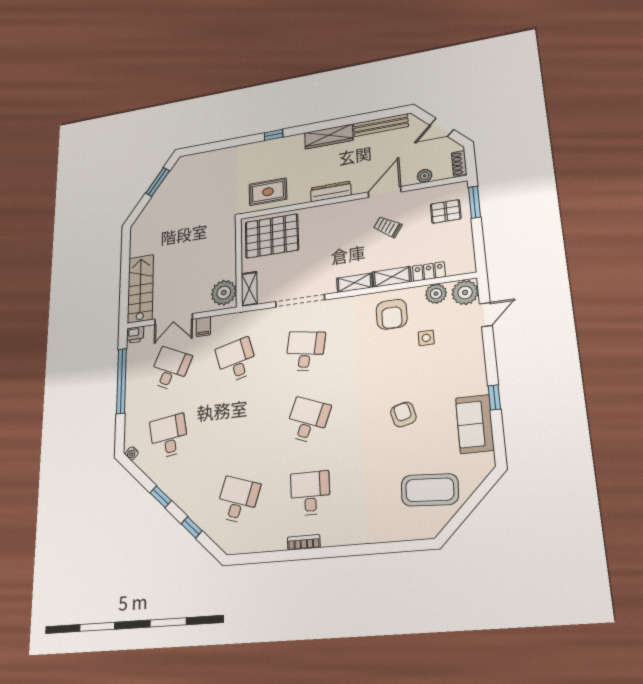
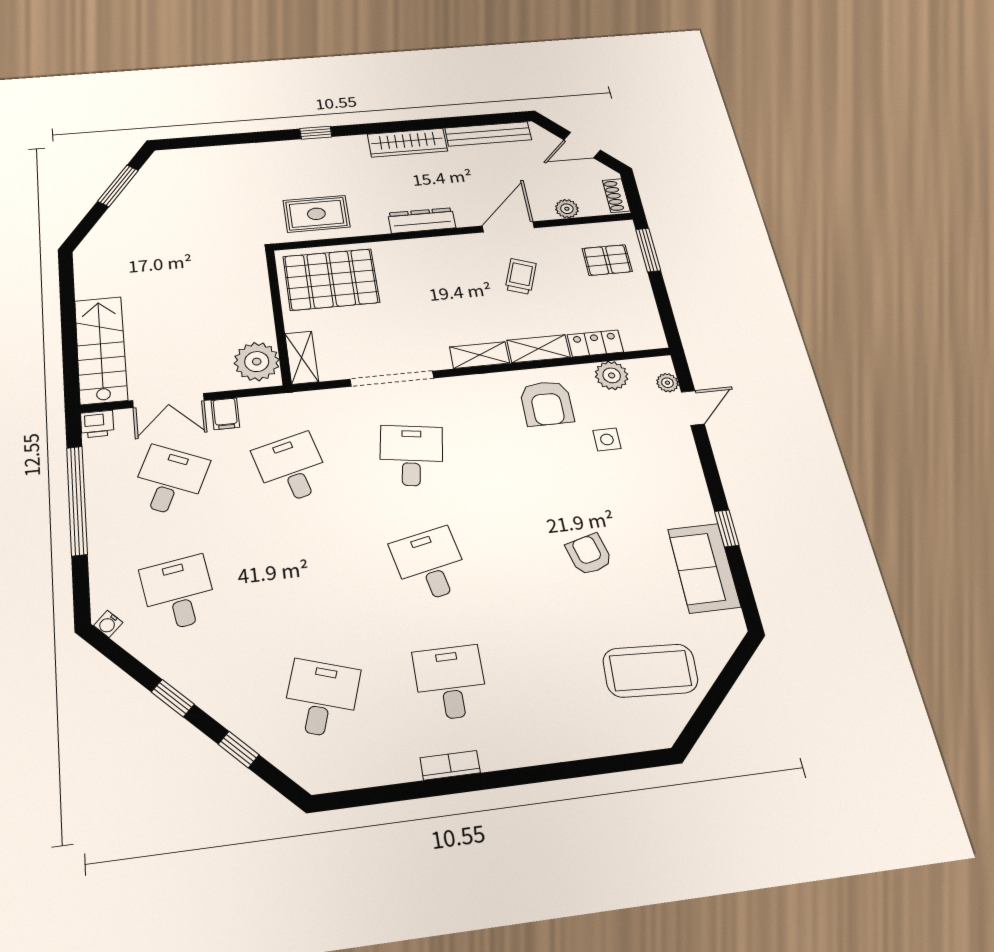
trolley: (388, 227) -> (521, 276), turned 77
plant: (465, 292) -> (667, 383), width x0.53, depth x0.53
desk: (308, 420) -> (430, 565), turned -33

